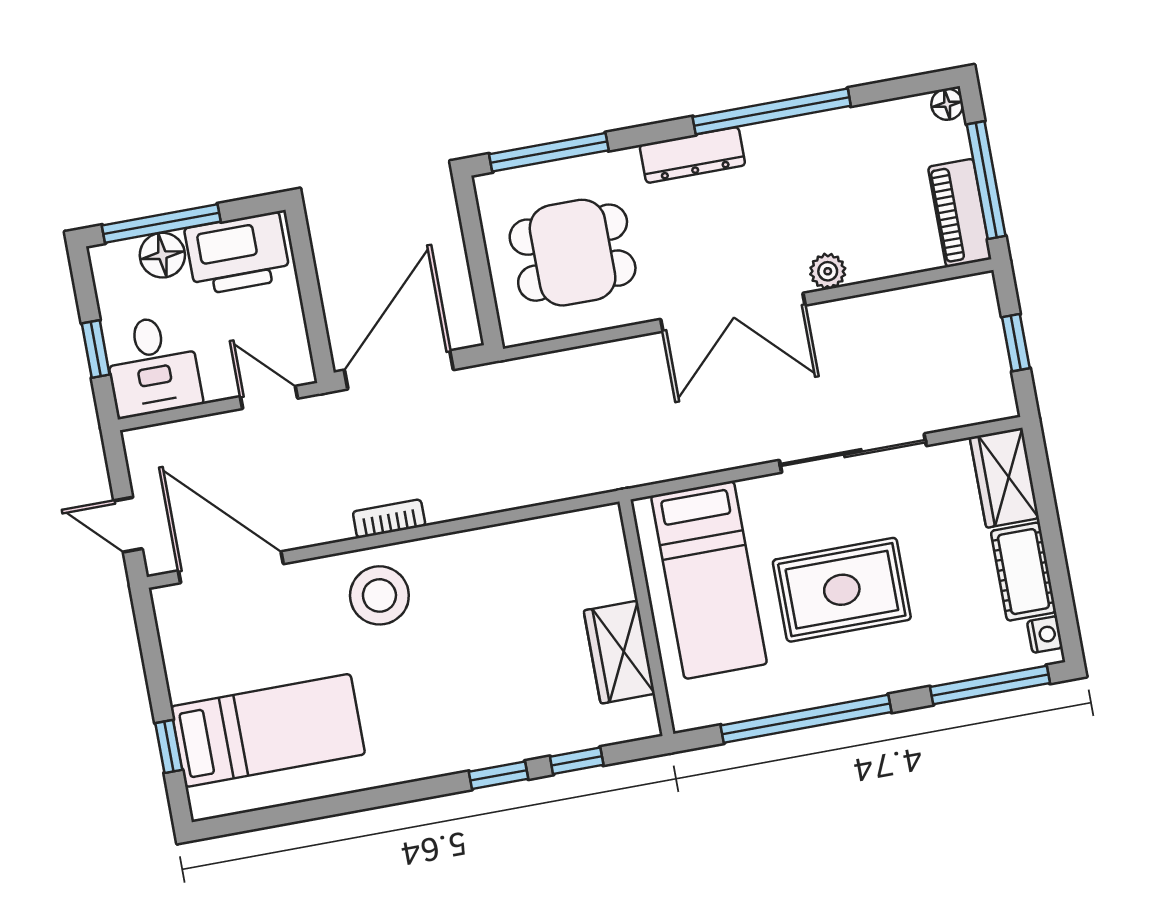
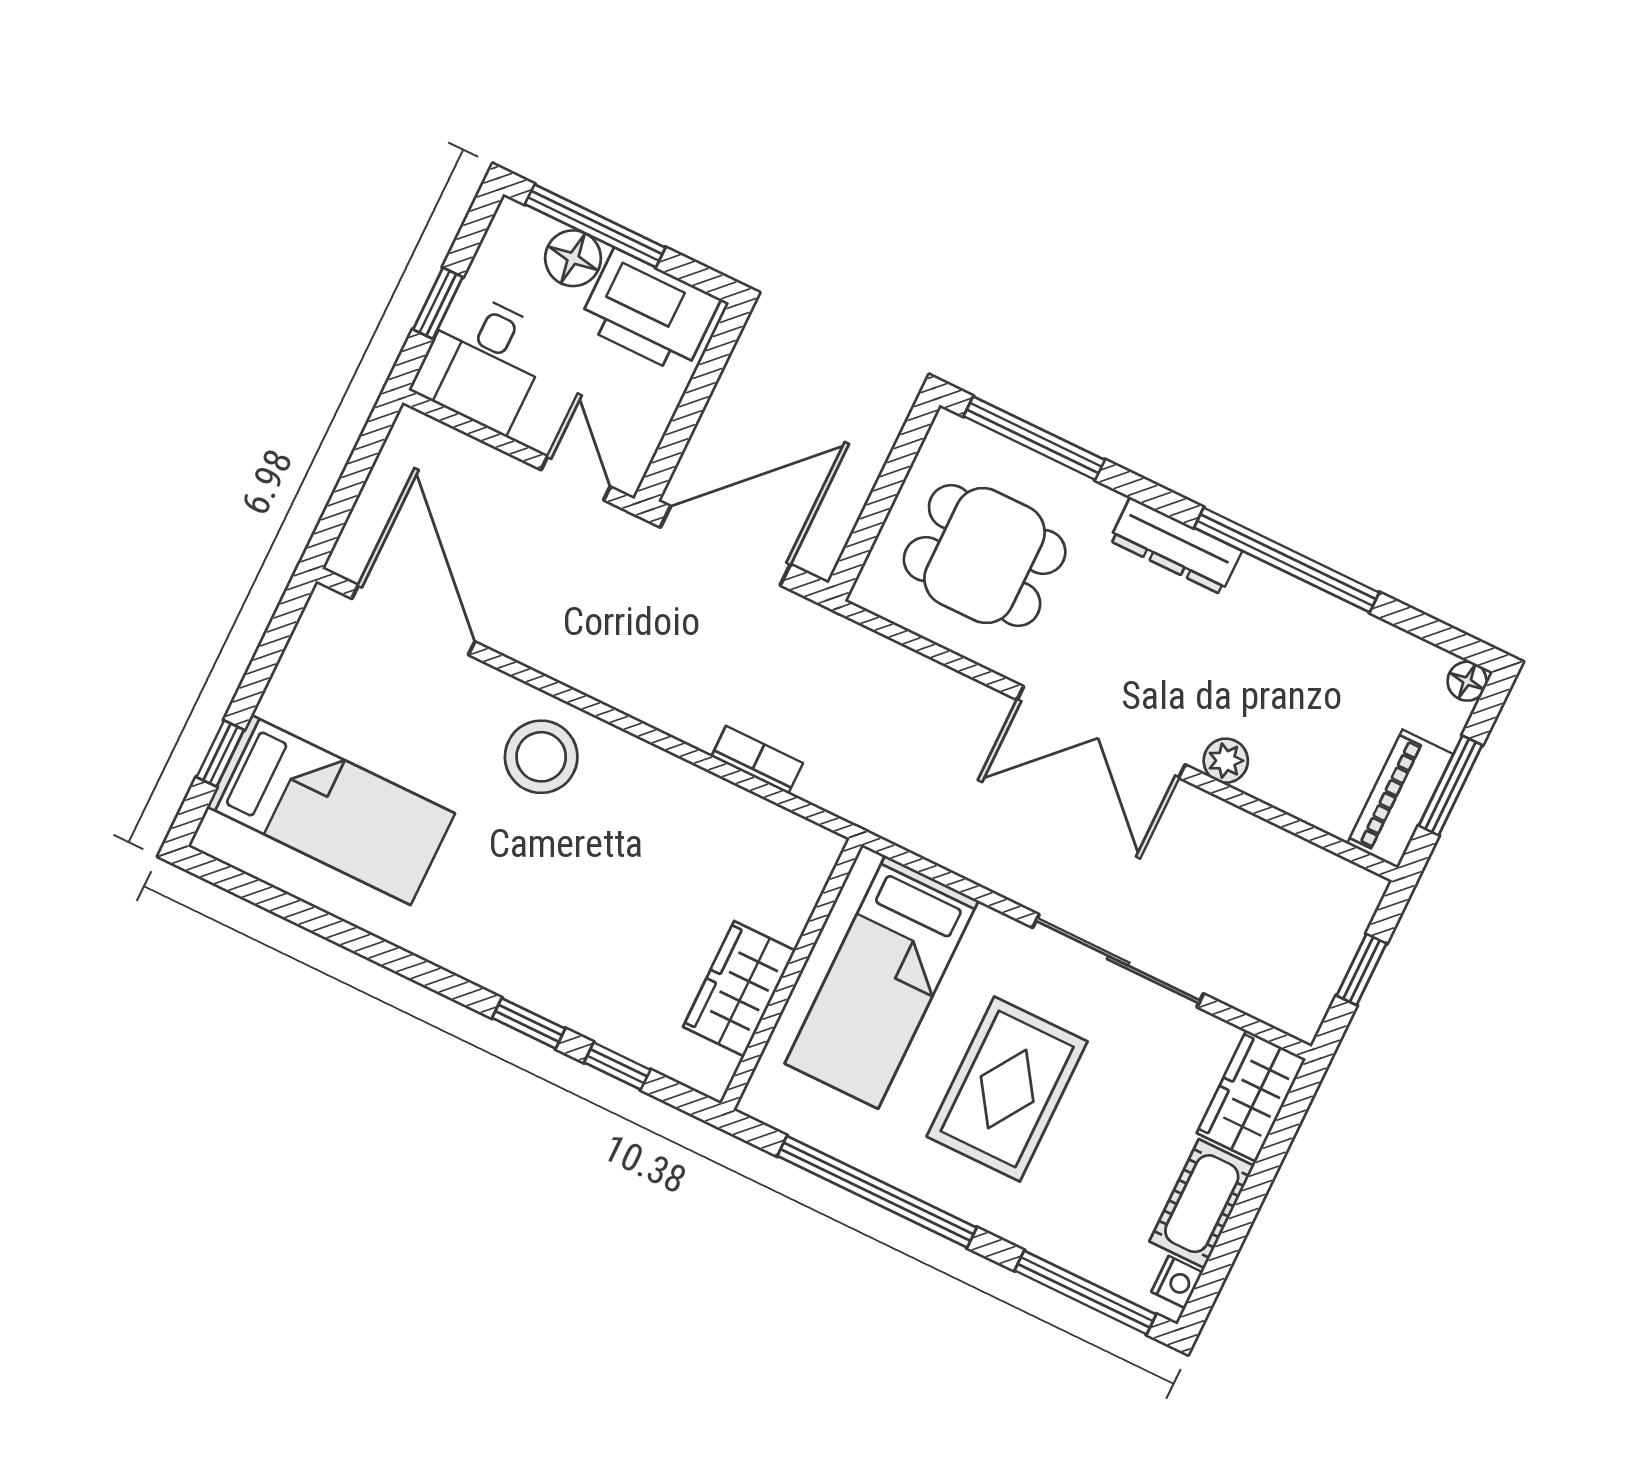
window: (986, 180) -> (1451, 785), width x0.69
bookcase: (389, 519) -> (757, 760), moved
door: (128, 525) -> (342, 502), removed
rug: (842, 590) -> (1007, 1089), turned 90

